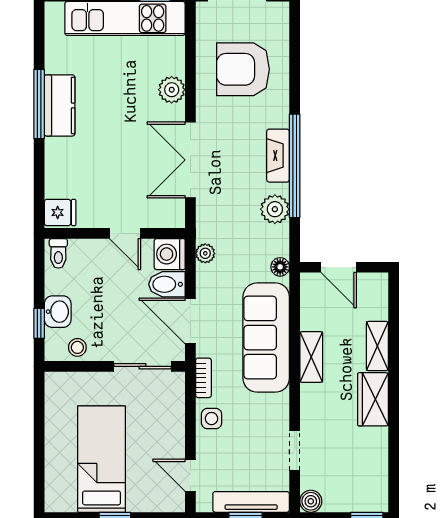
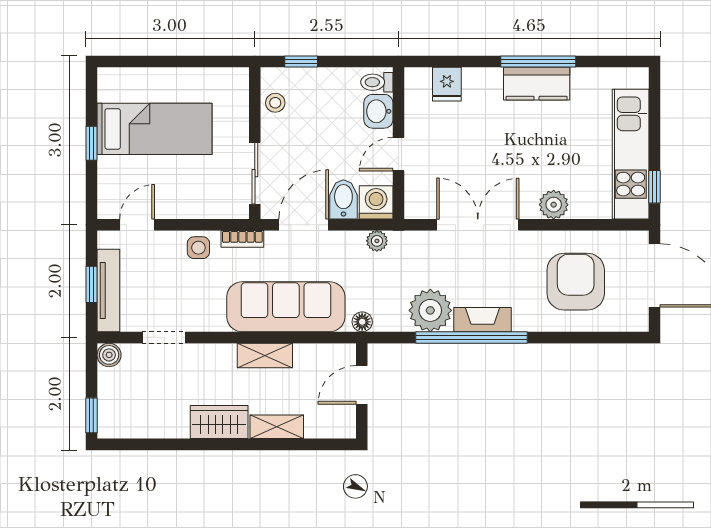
plant: (275, 209) -> (430, 310), width x1.36, depth x1.36
fridge: (60, 212) -> (447, 84), moved
washbasin: (58, 312) -> (378, 111), moved, turned 90

